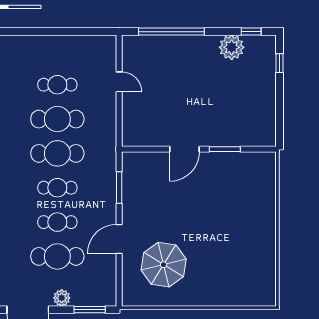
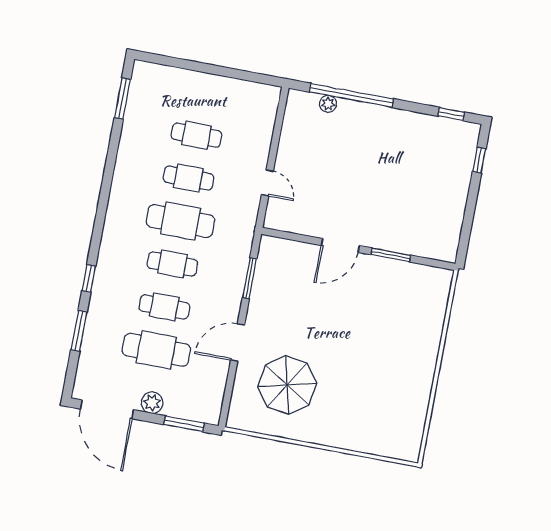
plant: (232, 47) -> (328, 104), moved, width x0.53, depth x0.53
door: (119, 82) -> (267, 183), moved
cafe table: (57, 119) -> (188, 178), width x0.73, depth x0.74

